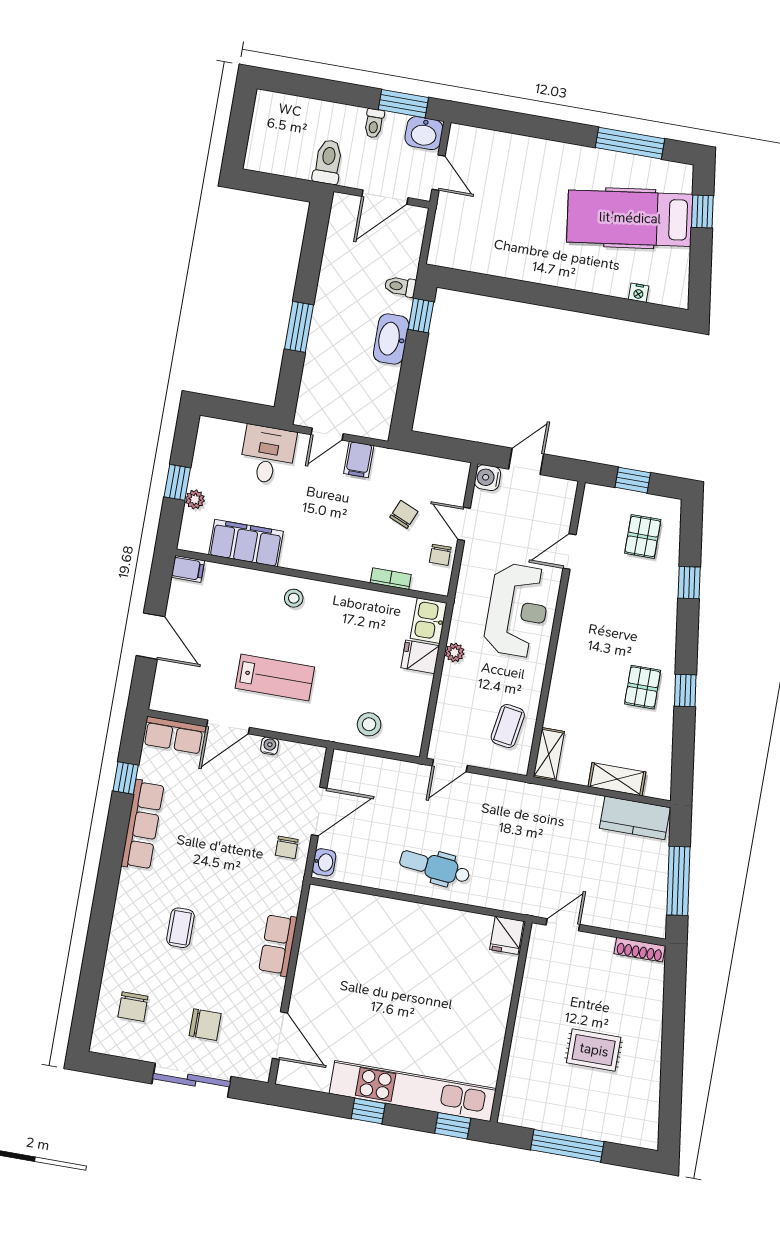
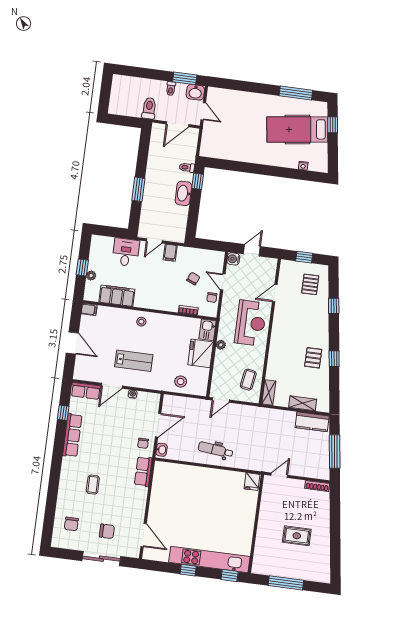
fridge: (420, 657) -> (201, 353), width x1.88, depth x1.34
row of seats: (278, 945) -> (143, 471), moved

